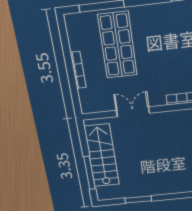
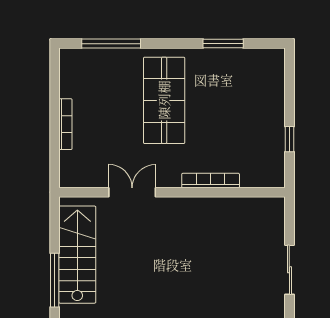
shop shelf: (118, 45) -> (164, 100), moved

